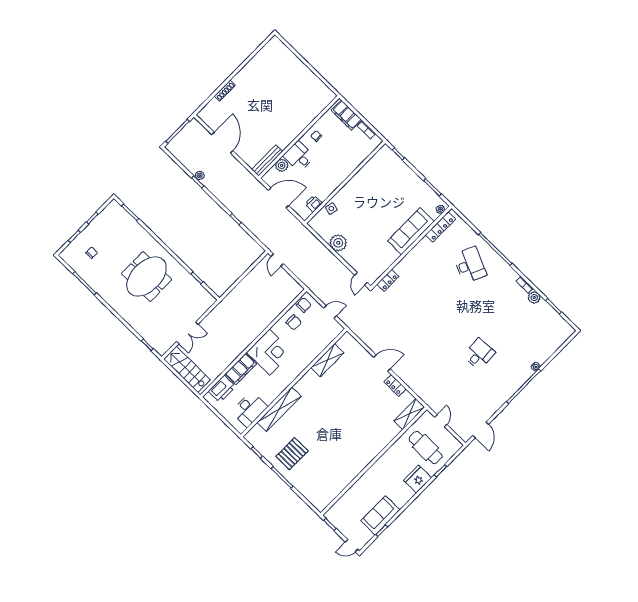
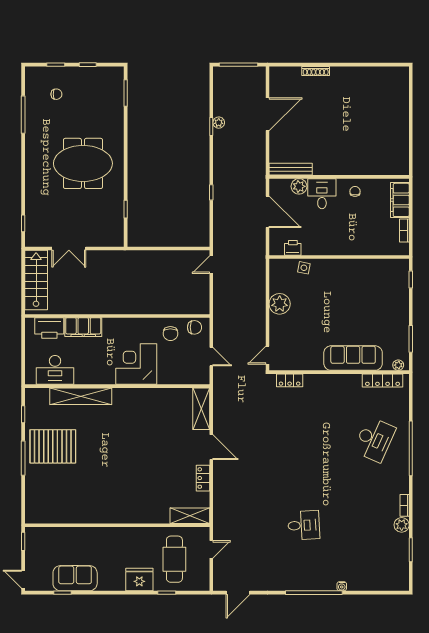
corner desk: (269, 352) -> (136, 364), moved, turned 180
shelving: (327, 360) -> (201, 409), moved, turned 90
pallet: (292, 454) -> (53, 446), width x1.37, depth x1.41

